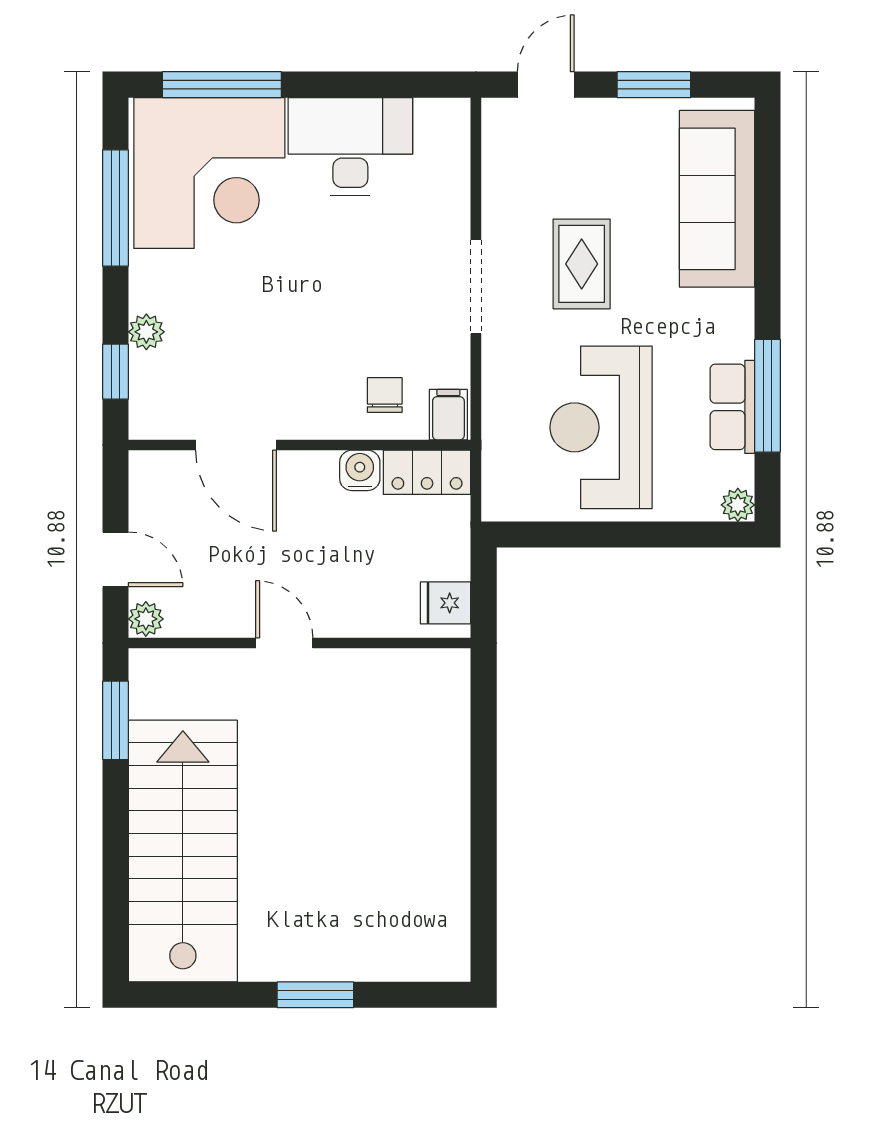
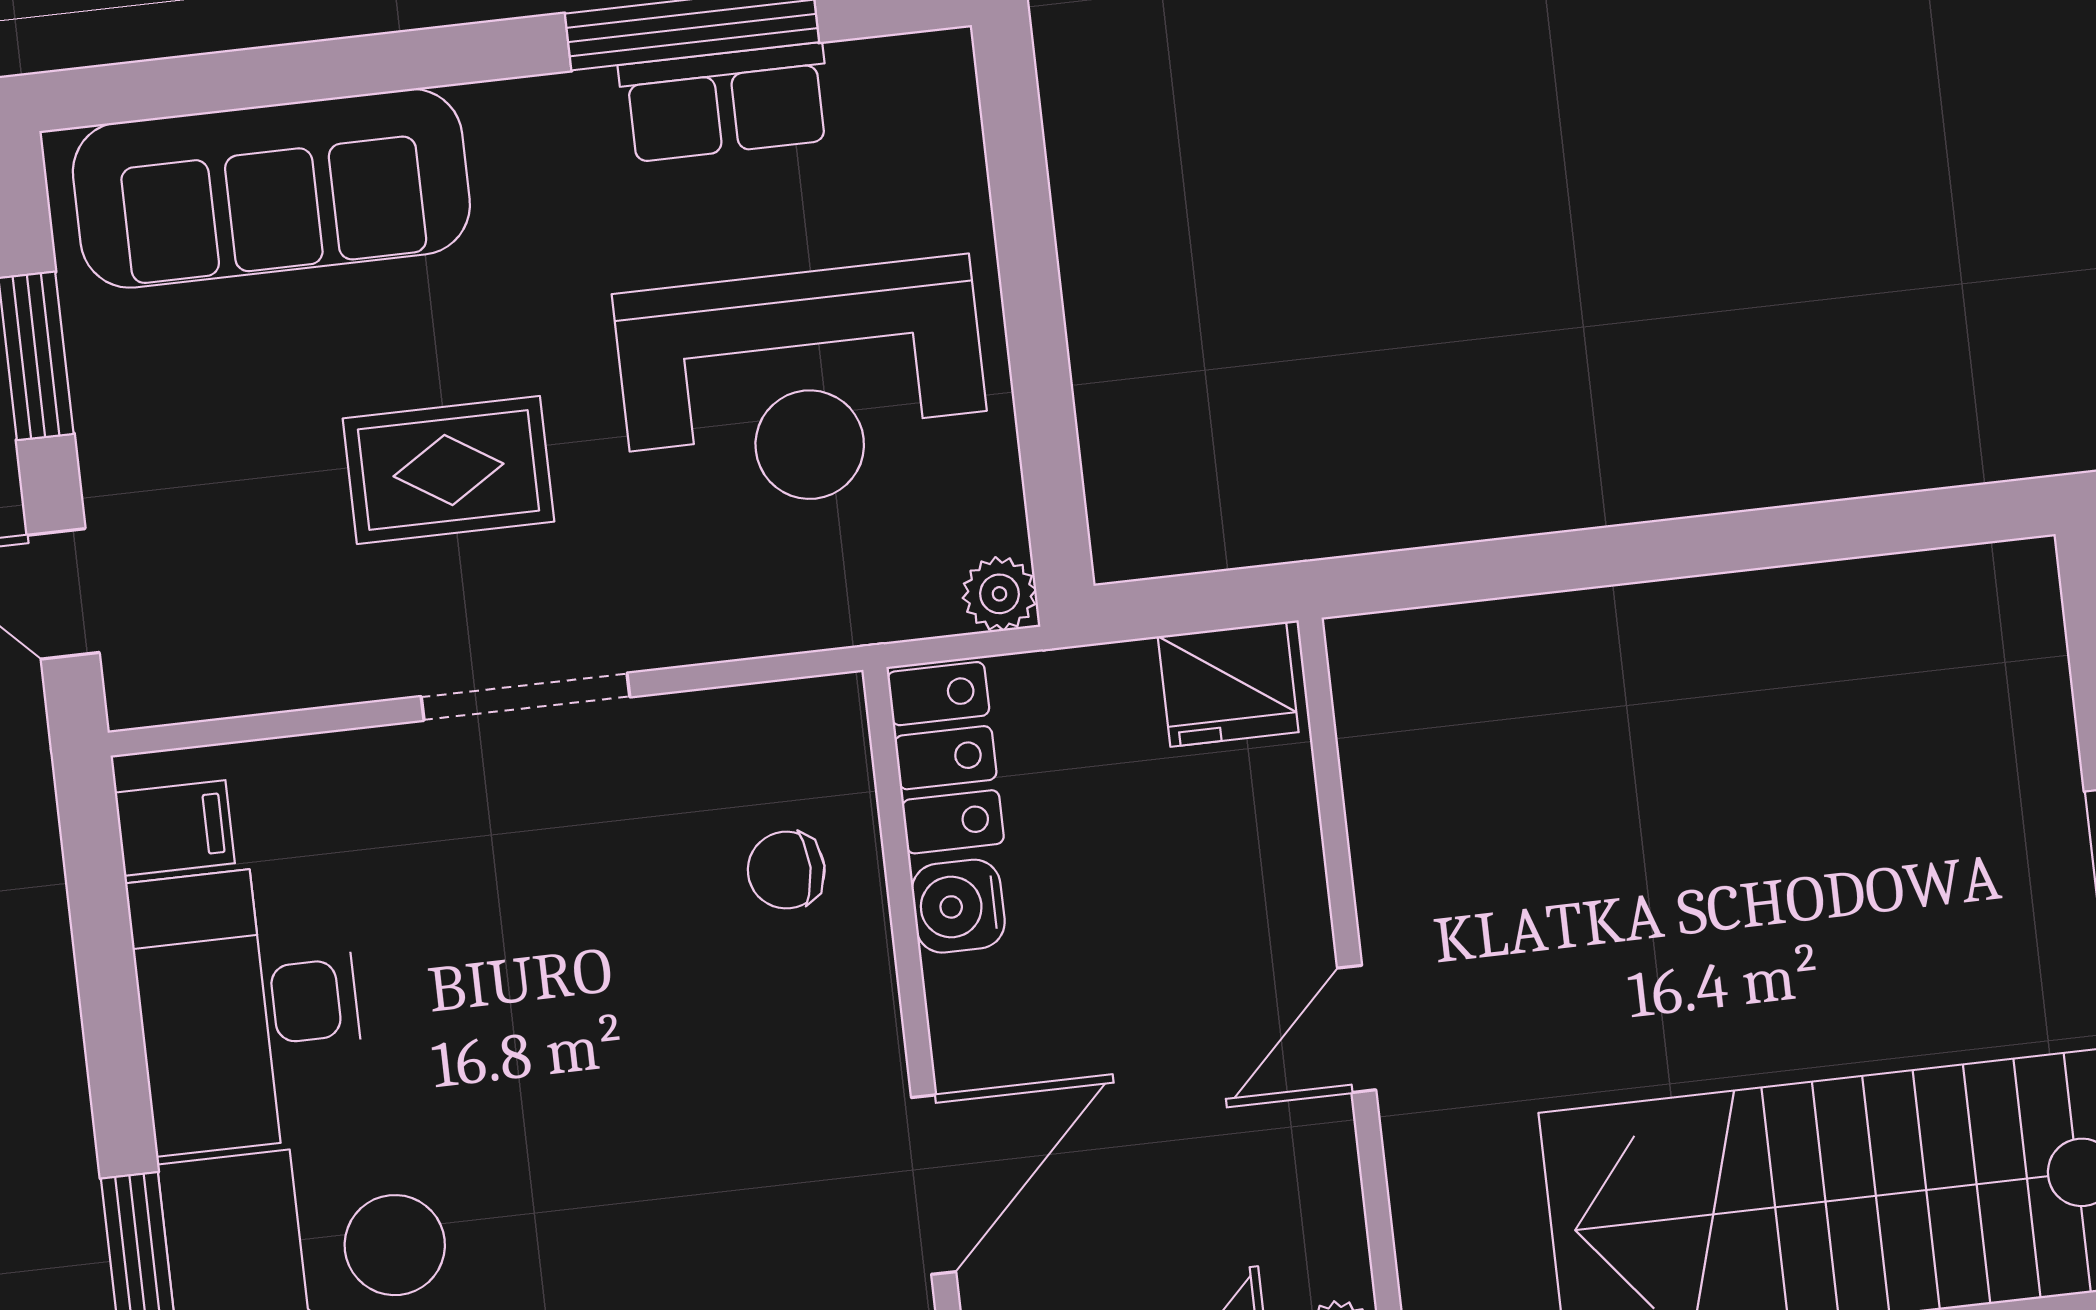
filing cabinet: (448, 415) -> (175, 828), moved, turned 180
plant: (738, 505) -> (999, 594), moved
fridge: (446, 603) -> (1228, 684), width x1.38

